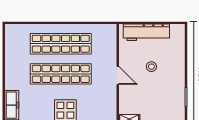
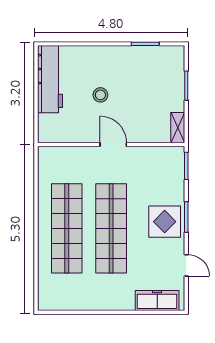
workbench: (146, 32) -> (50, 79), moved
door: (118, 75) -> (113, 145), hinge flipped

